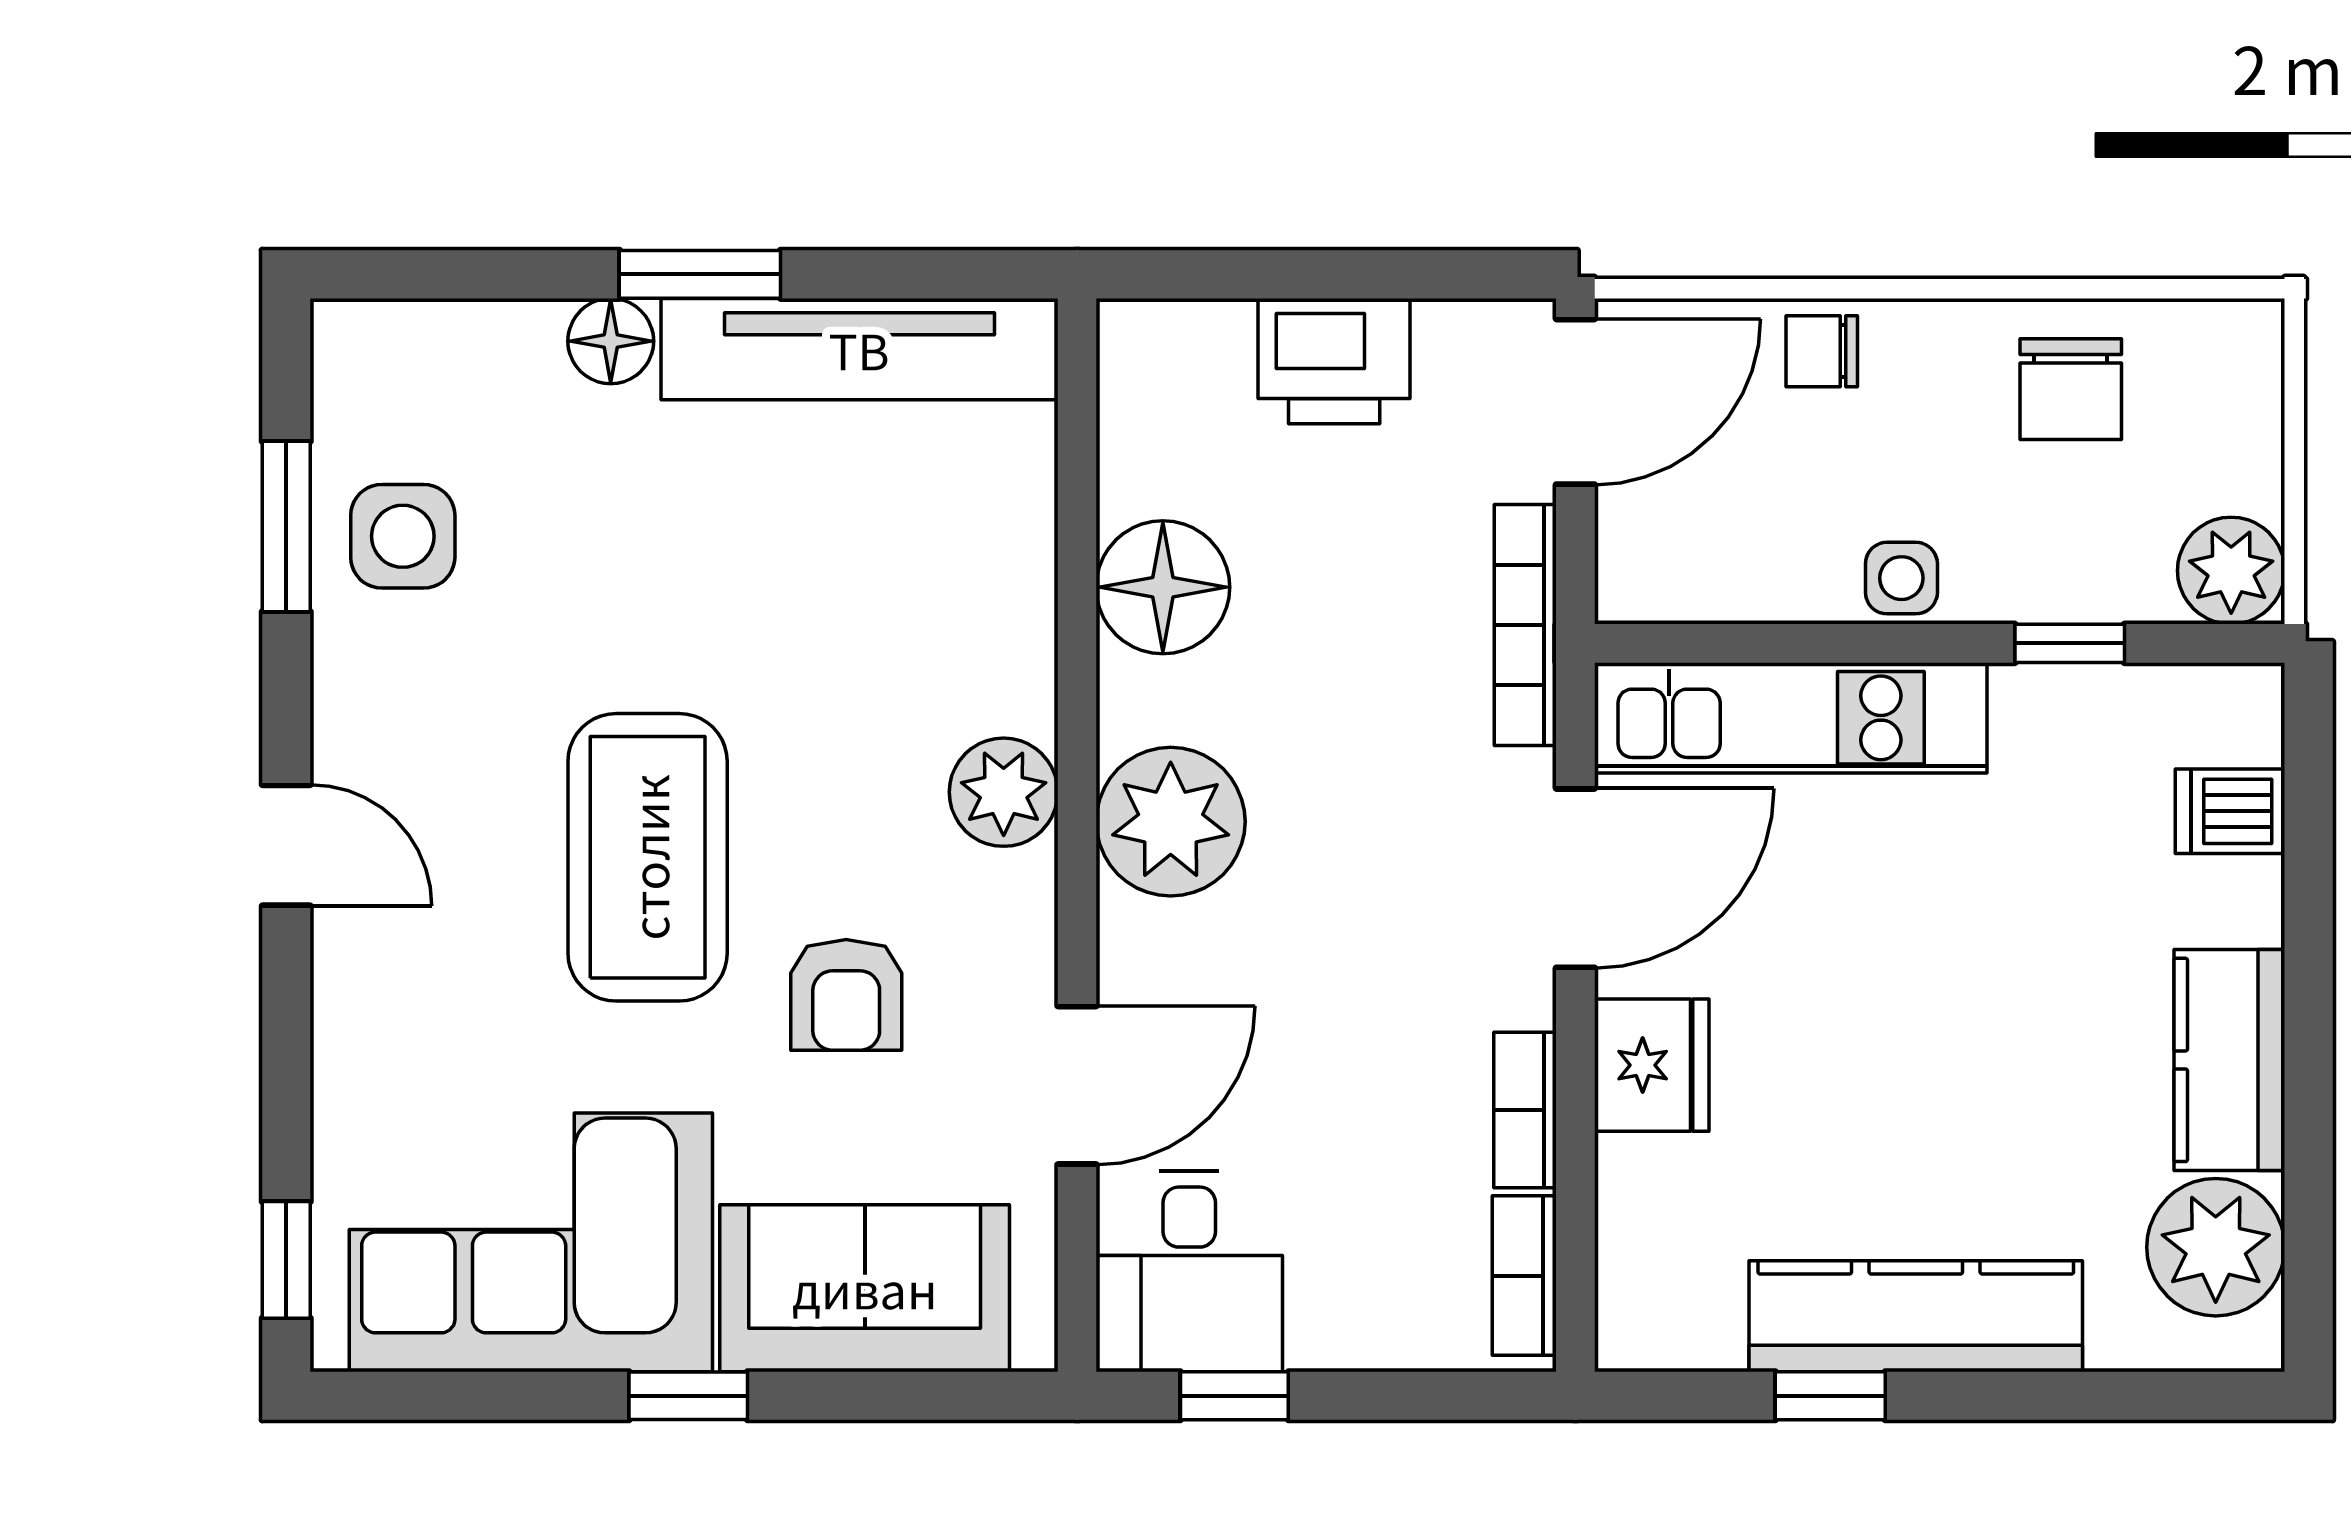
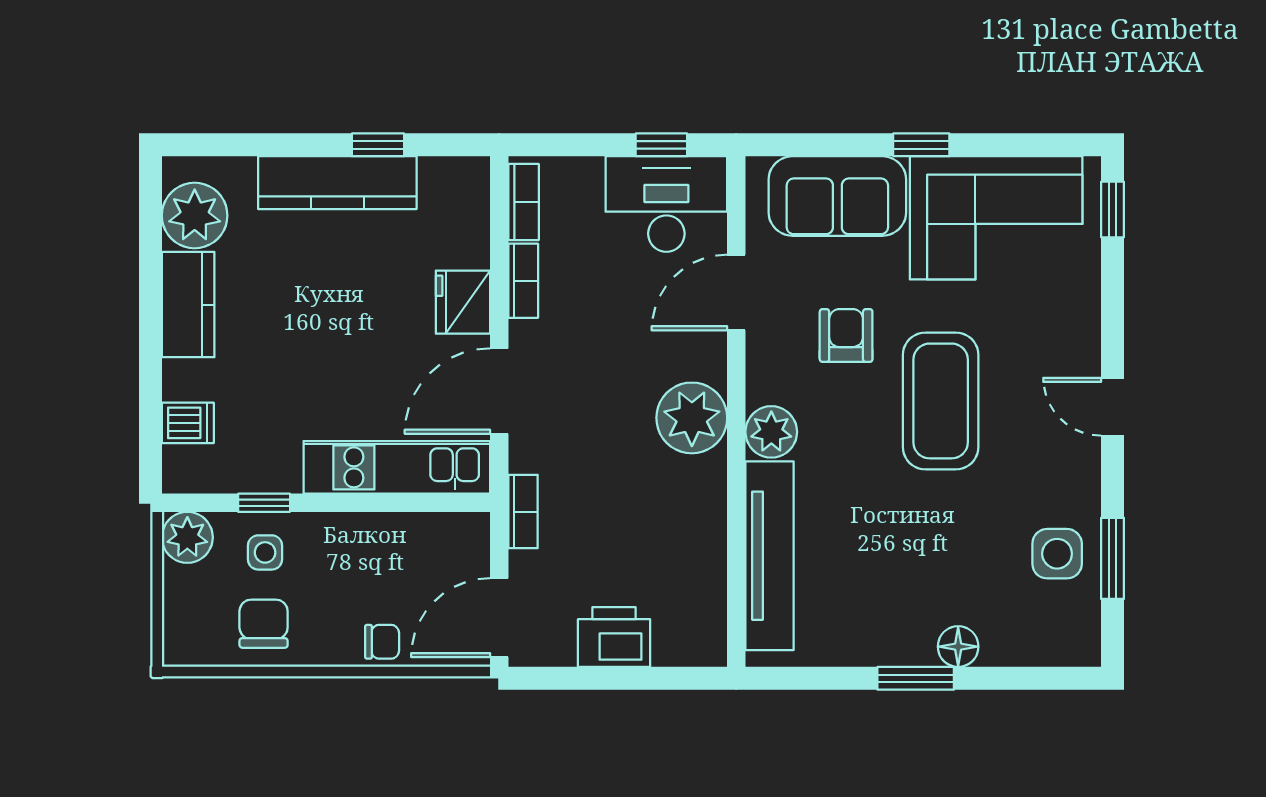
tv unit: (859, 349) -> (770, 556), moved, turned 90
side table: (1901, 578) -> (265, 552), moved
floor lamp: (1163, 587) -> (695, 529), removed
bookcase: (1525, 625) -> (523, 512), width x0.64
desk: (1189, 1271) -> (666, 204), width x1.37

